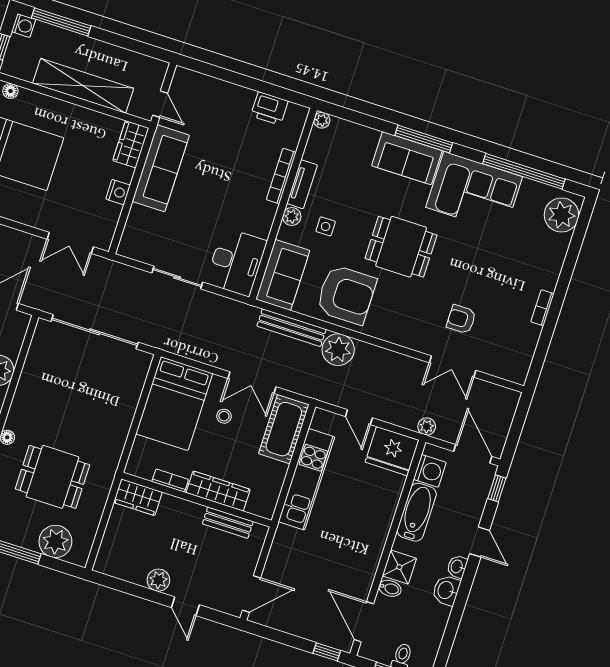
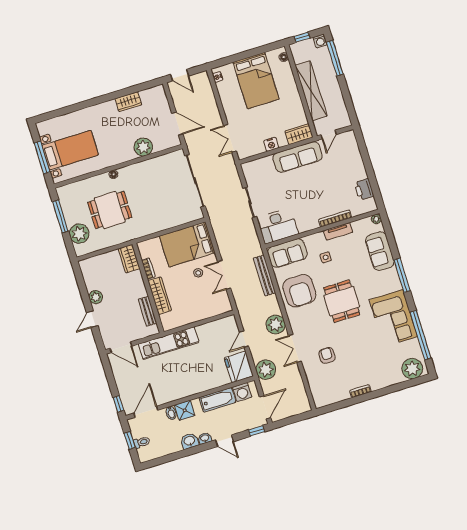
sofa: (407, 158) -> (380, 251), moved
plant: (292, 217) -> (319, 237), removed
plant: (338, 350) -> (276, 324), moved
double door: (453, 366) -> (295, 348), moved
plant: (427, 426) -> (266, 370), width x1.87, depth x1.87
cot: (284, 429) -> (212, 306), removed
dining table: (52, 477) -> (110, 210), turned 90
kitchen unit: (306, 479) -> (169, 343), moved
door: (480, 542) -> (224, 441), hinge flipped

